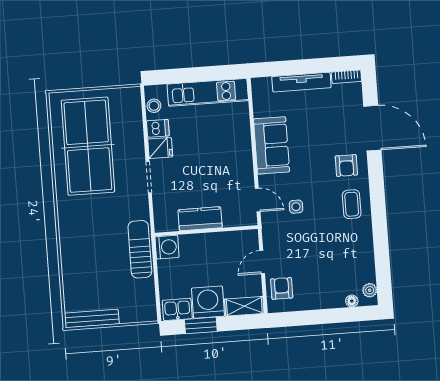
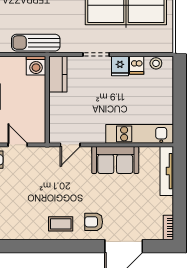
tv unit: (301, 82) -> (167, 171), moved
kitchen unit: (208, 92) -> (140, 134), moved, turned 90
side table: (296, 207) -> (62, 177), removed
kitchen counter: (200, 219) -> (58, 74), moved
sun lounger: (140, 249) -> (36, 43), turned 180

